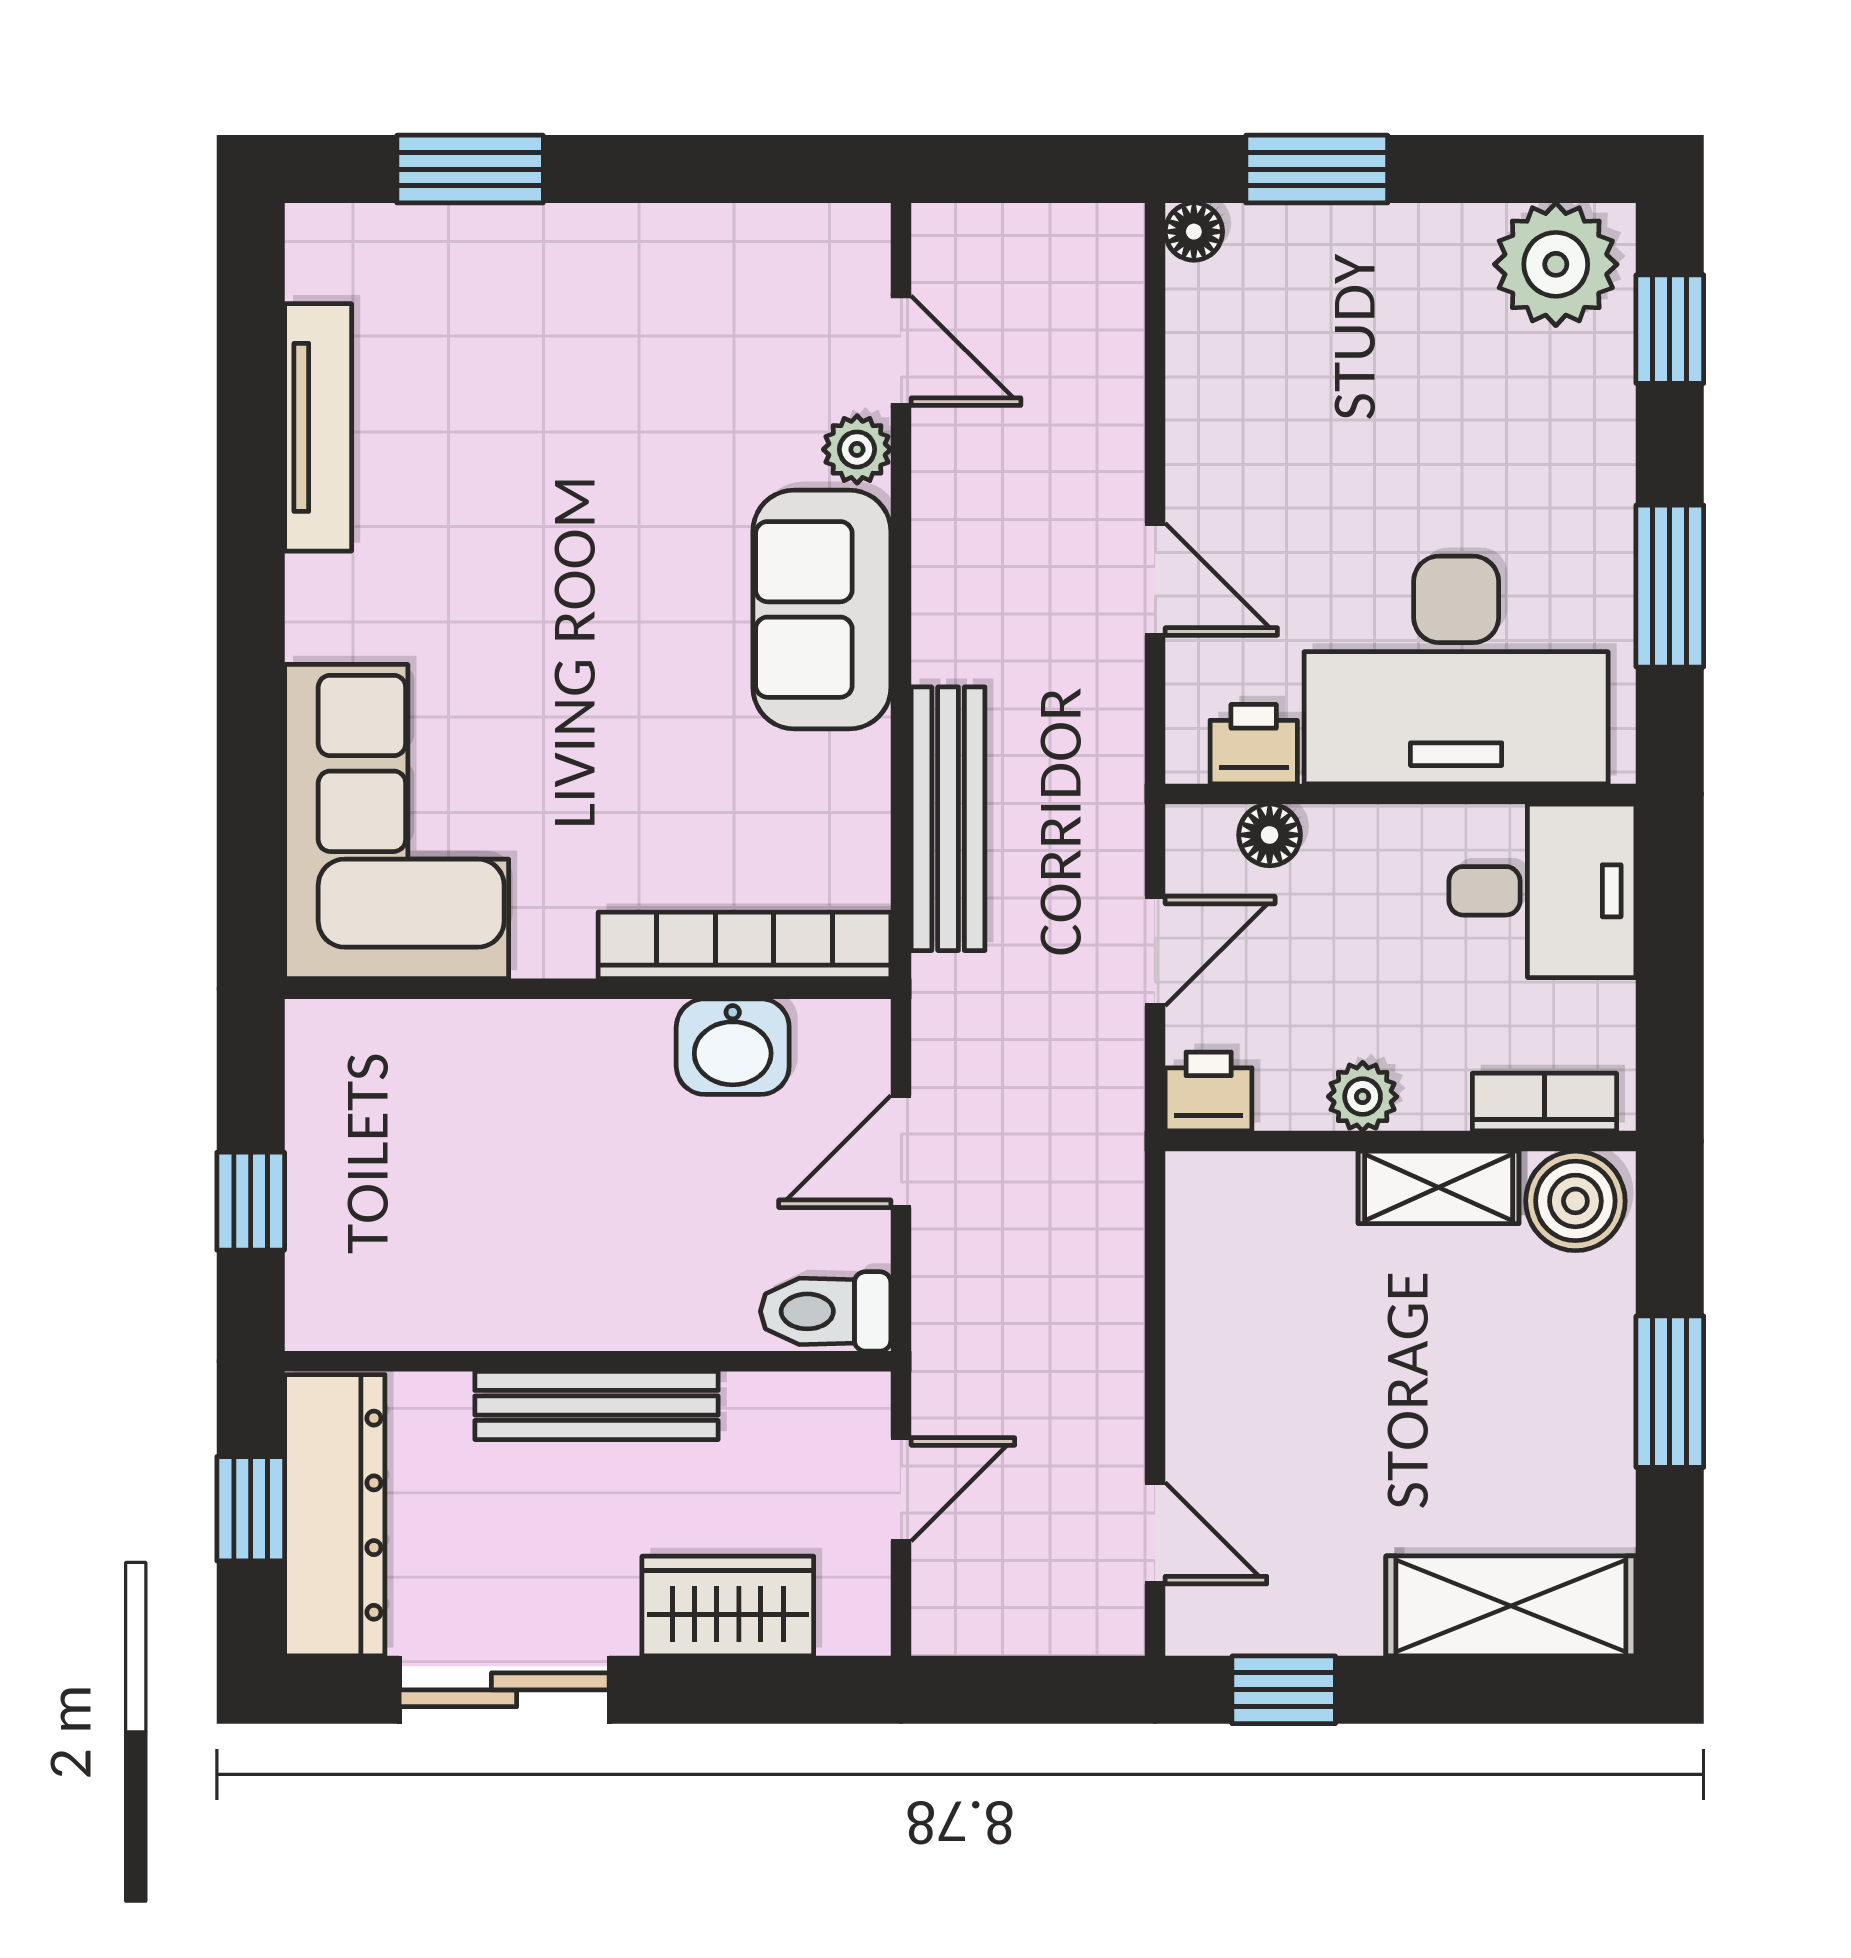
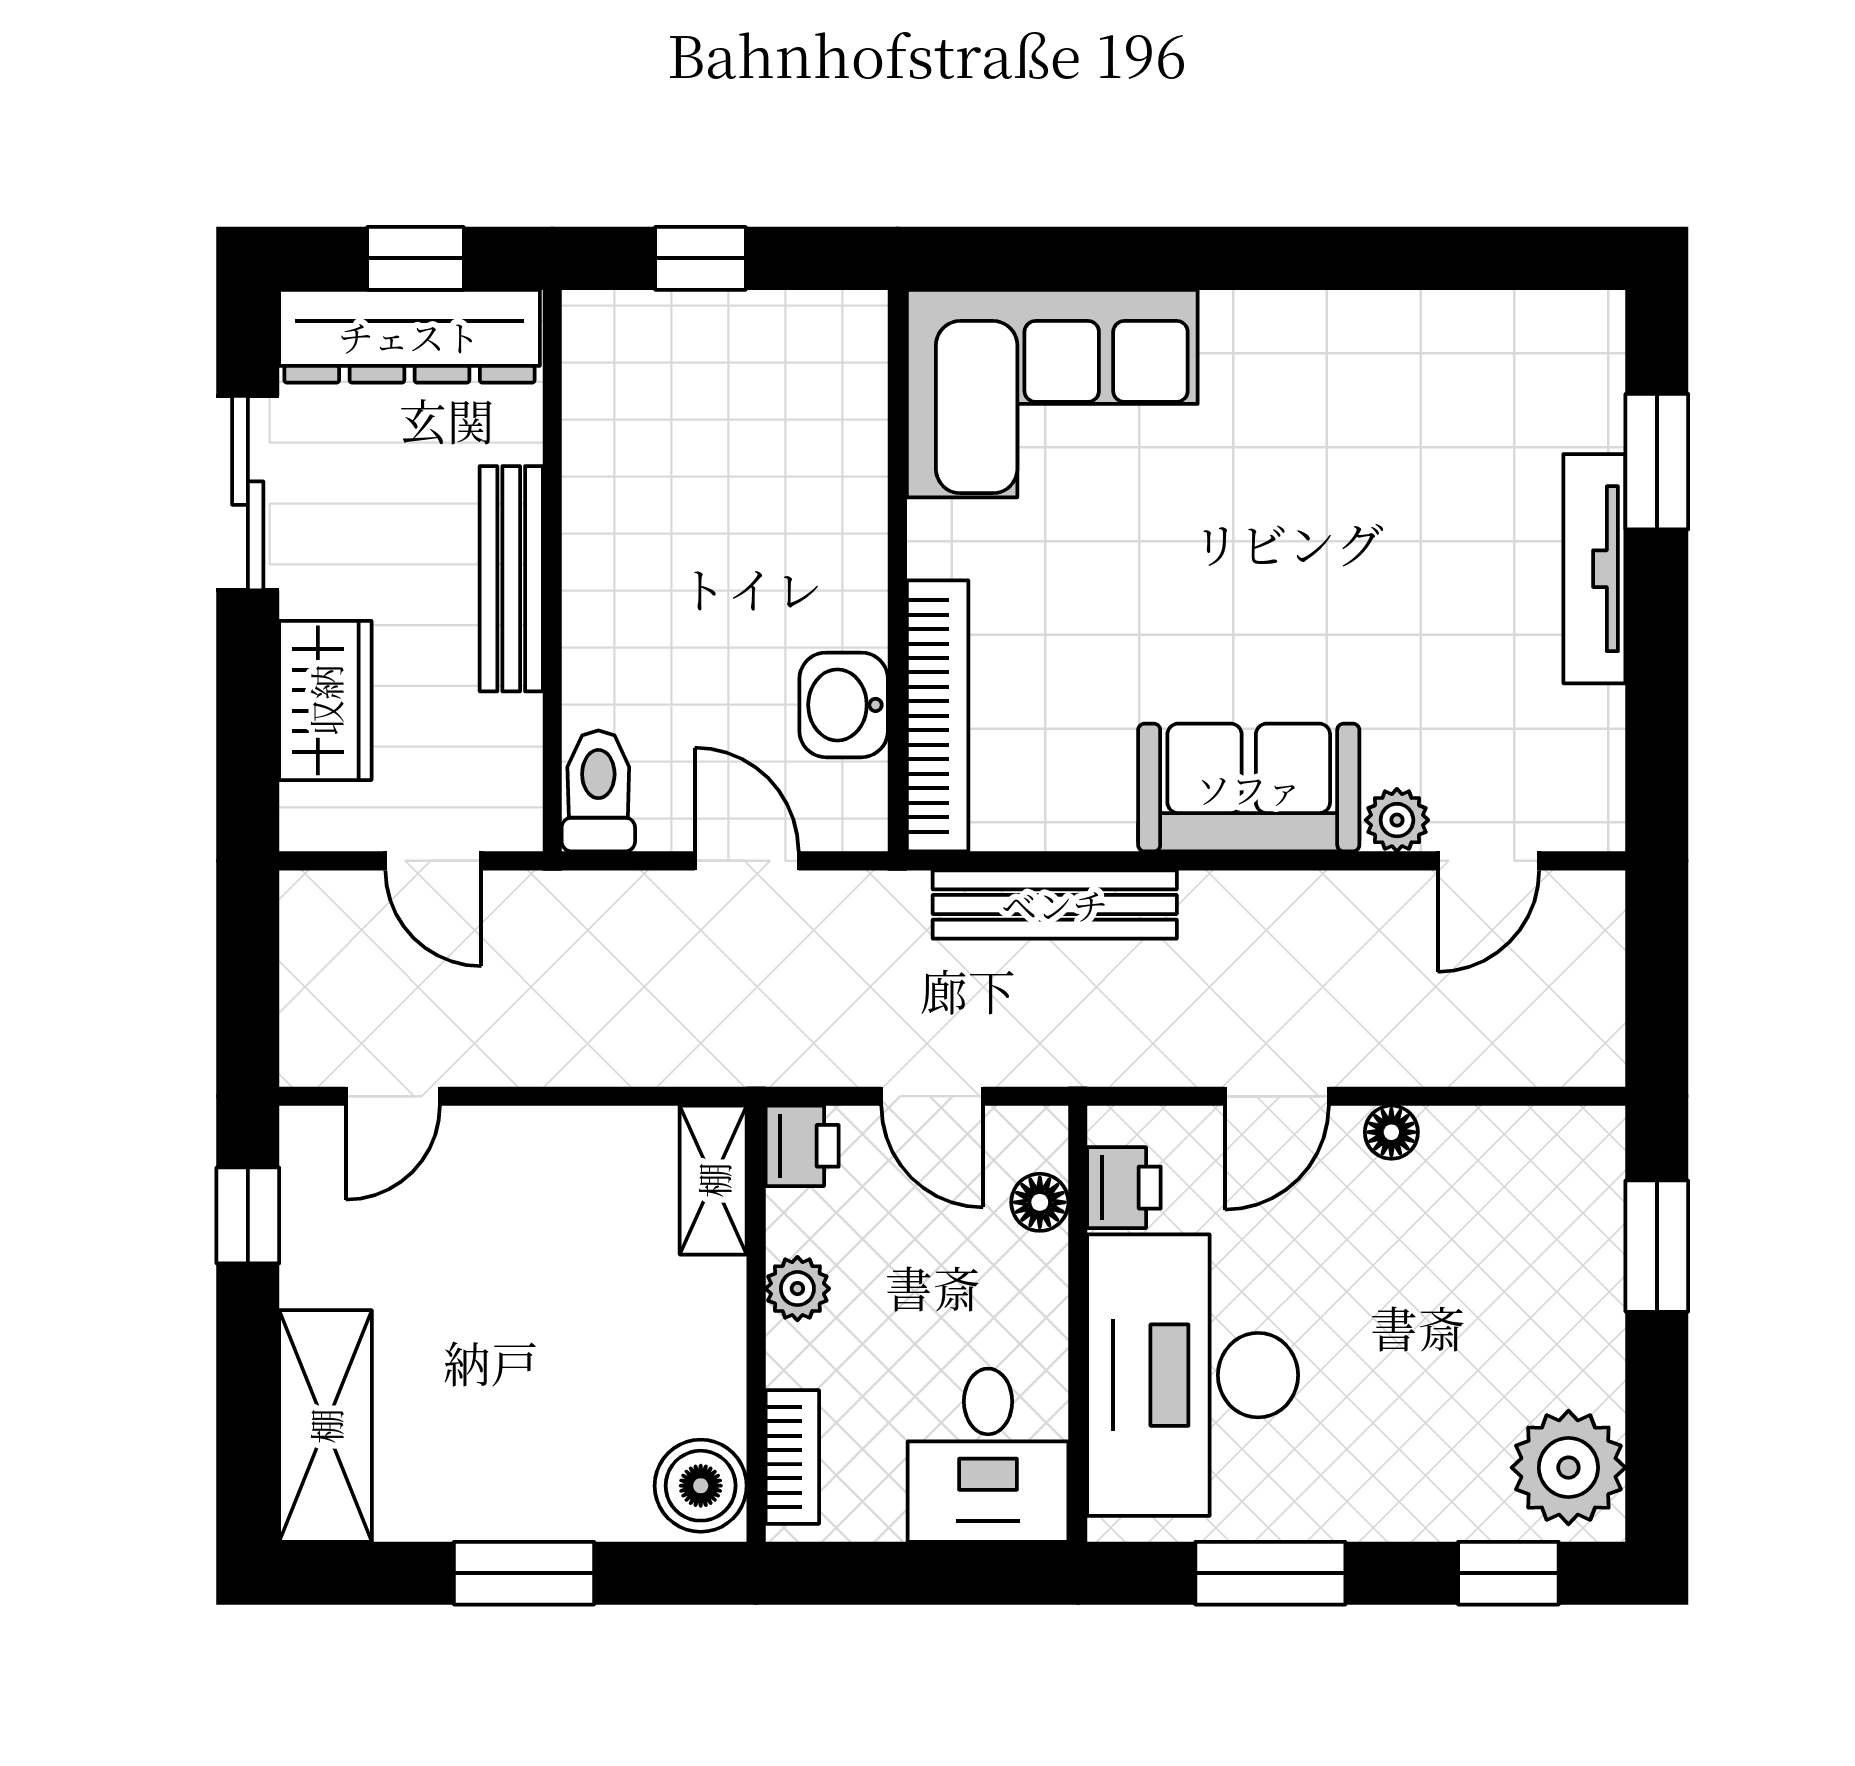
floor lamp: (1194, 232) -> (1391, 1132), moved
tv unit: (318, 427) -> (1594, 569), moved, turned 90
shelving: (1439, 1187) -> (713, 1180), moved

